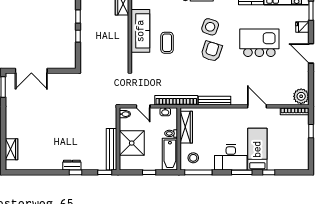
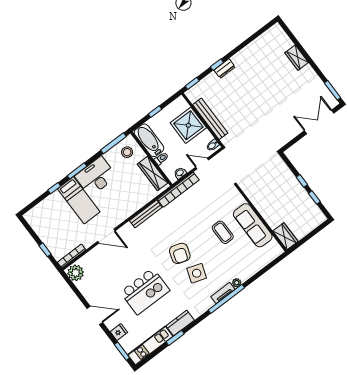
wardrobe: (11, 149) -> (297, 58), moved
bench: (111, 149) -> (210, 119), moved

